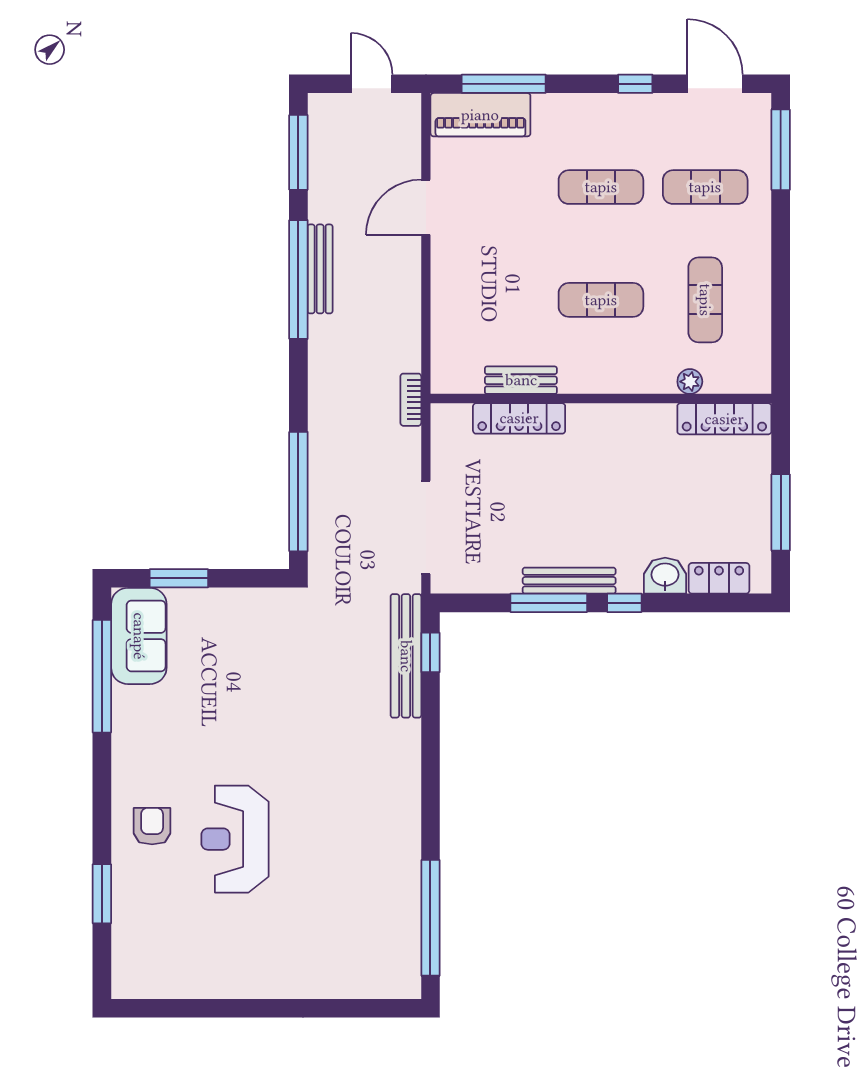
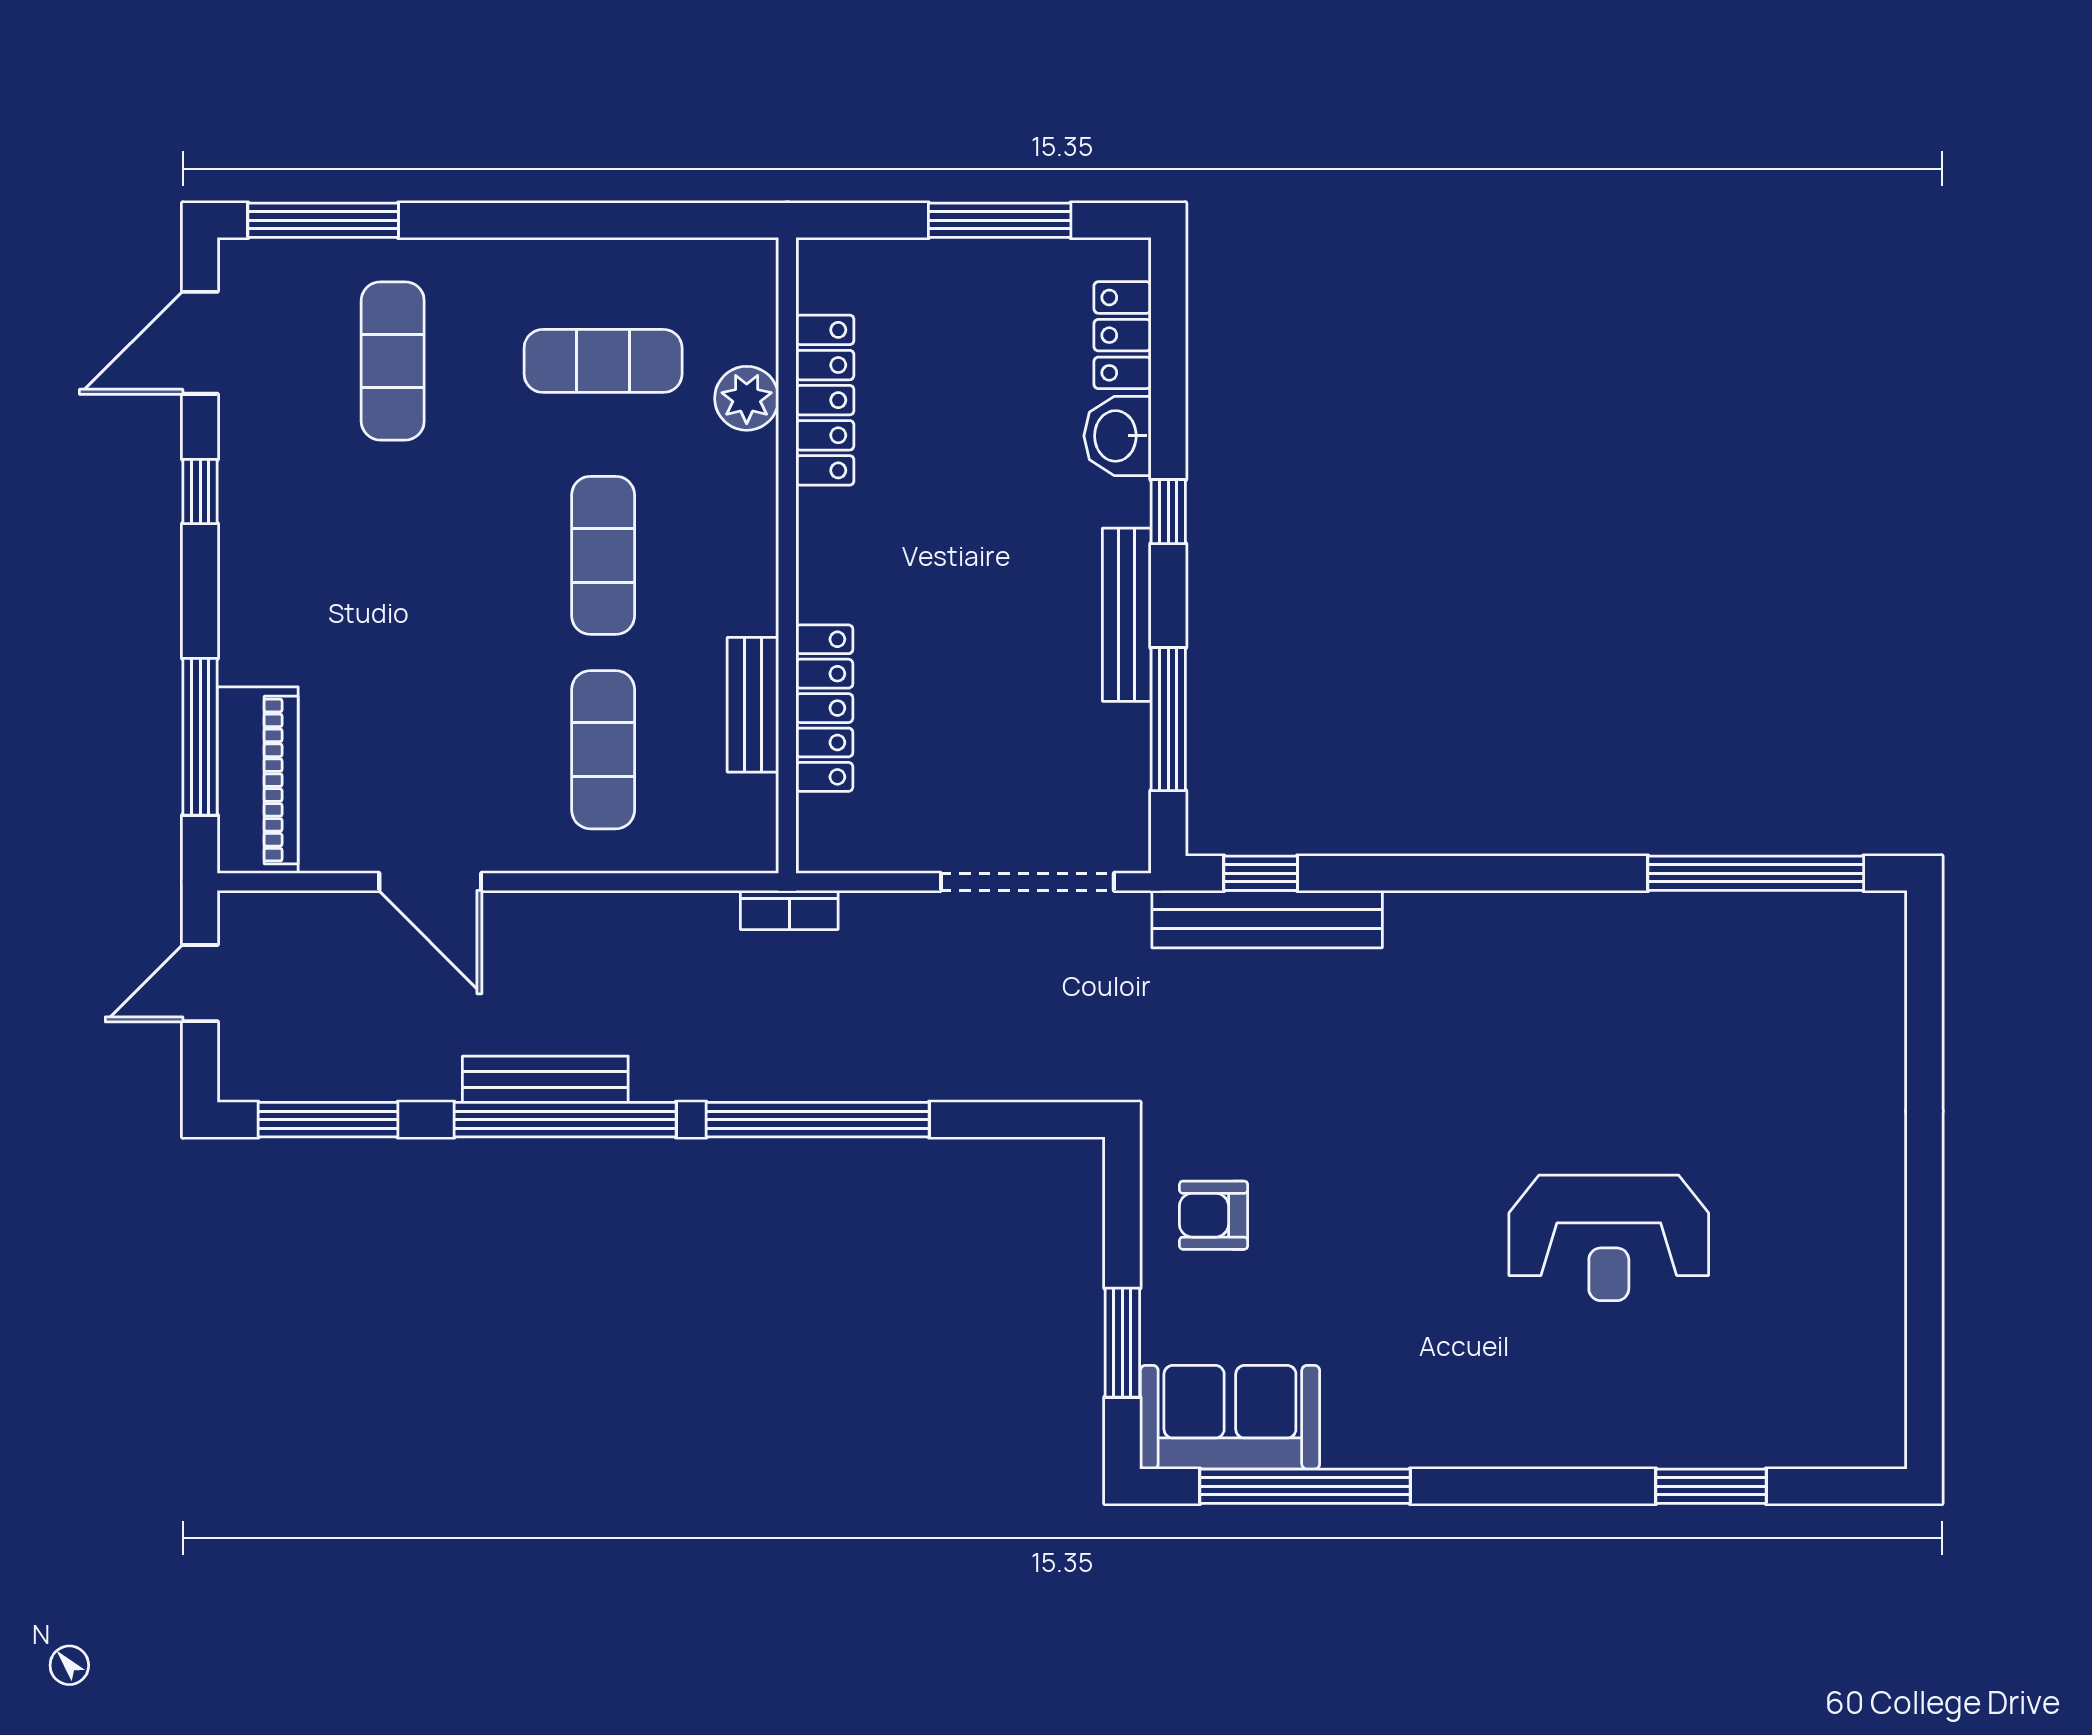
exercise mat: (601, 187) -> (603, 750), moved
plant: (690, 382) -> (747, 398), width x1.38, depth x1.38
locker: (724, 419) -> (825, 400), moved
window: (298, 492) -> (818, 1120), moved
window: (549, 603) -> (1168, 719), moved
armchair: (152, 826) -> (1214, 1215), moved

